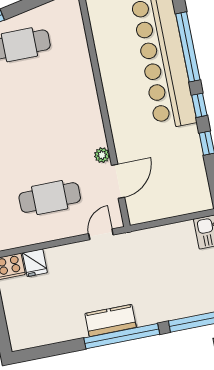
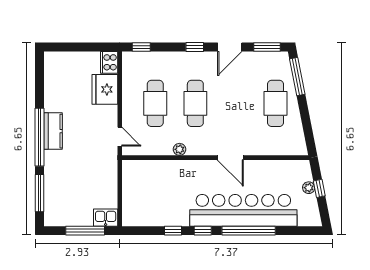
cafe table: (40, 147) -> (195, 103), added
door: (118, 181) -> (230, 158), moved
fridge: (35, 263) -> (105, 89), width x1.88, depth x1.34

